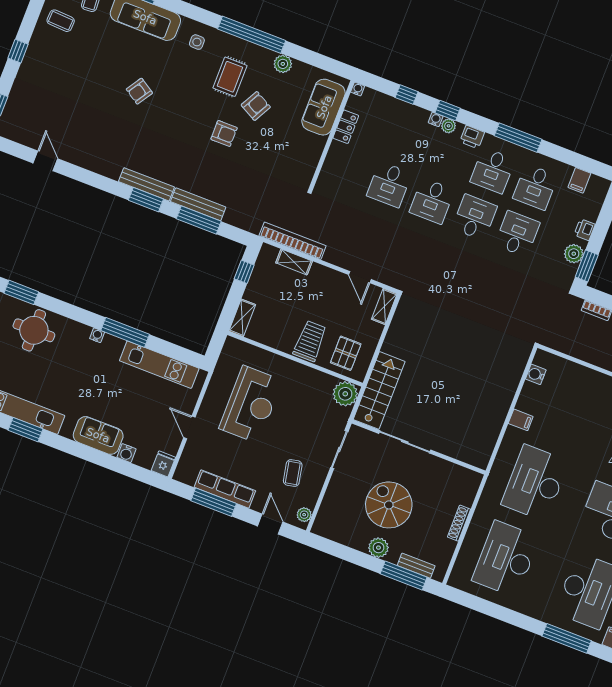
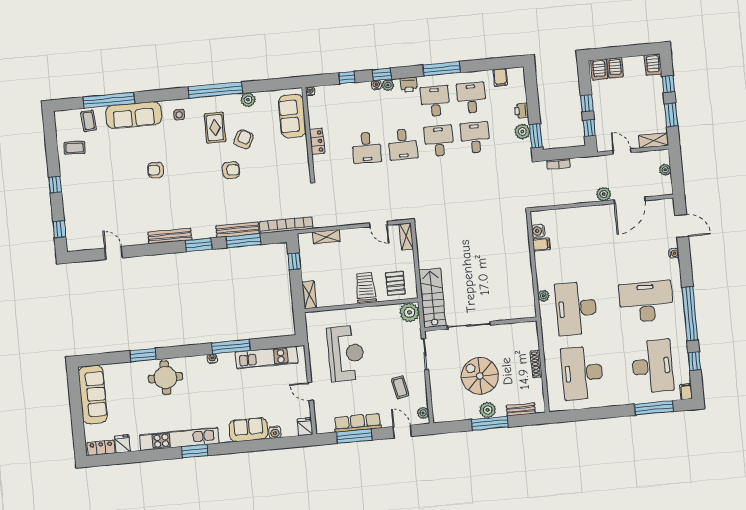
armchair: (139, 91) -> (156, 170), turned 60
locker: (346, 127) -> (317, 141), moved
desk: (493, 171) -> (435, 101), turned 180
bench: (146, 184) -> (170, 236), moved
desk: (535, 187) -> (471, 98), turned 180
bookcase: (293, 241) -> (286, 225), moved
filing cabinet: (521, 420) -> (541, 244), moved
plant: (505, 450) -> (543, 296), added
window: (404, 575) -> (490, 423), moved

